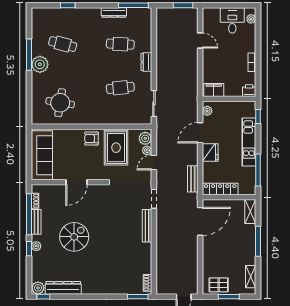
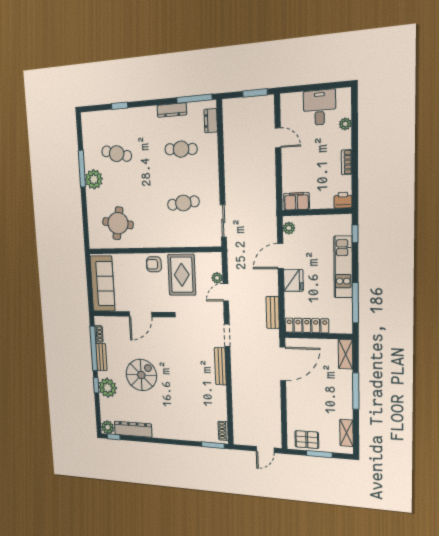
plant: (251, 19) -> (345, 124), moved
dresser: (146, 62) -> (211, 121), moved
plant: (145, 138) -> (214, 263), removed
plant: (36, 246) -> (108, 388), width x1.88, depth x1.88

